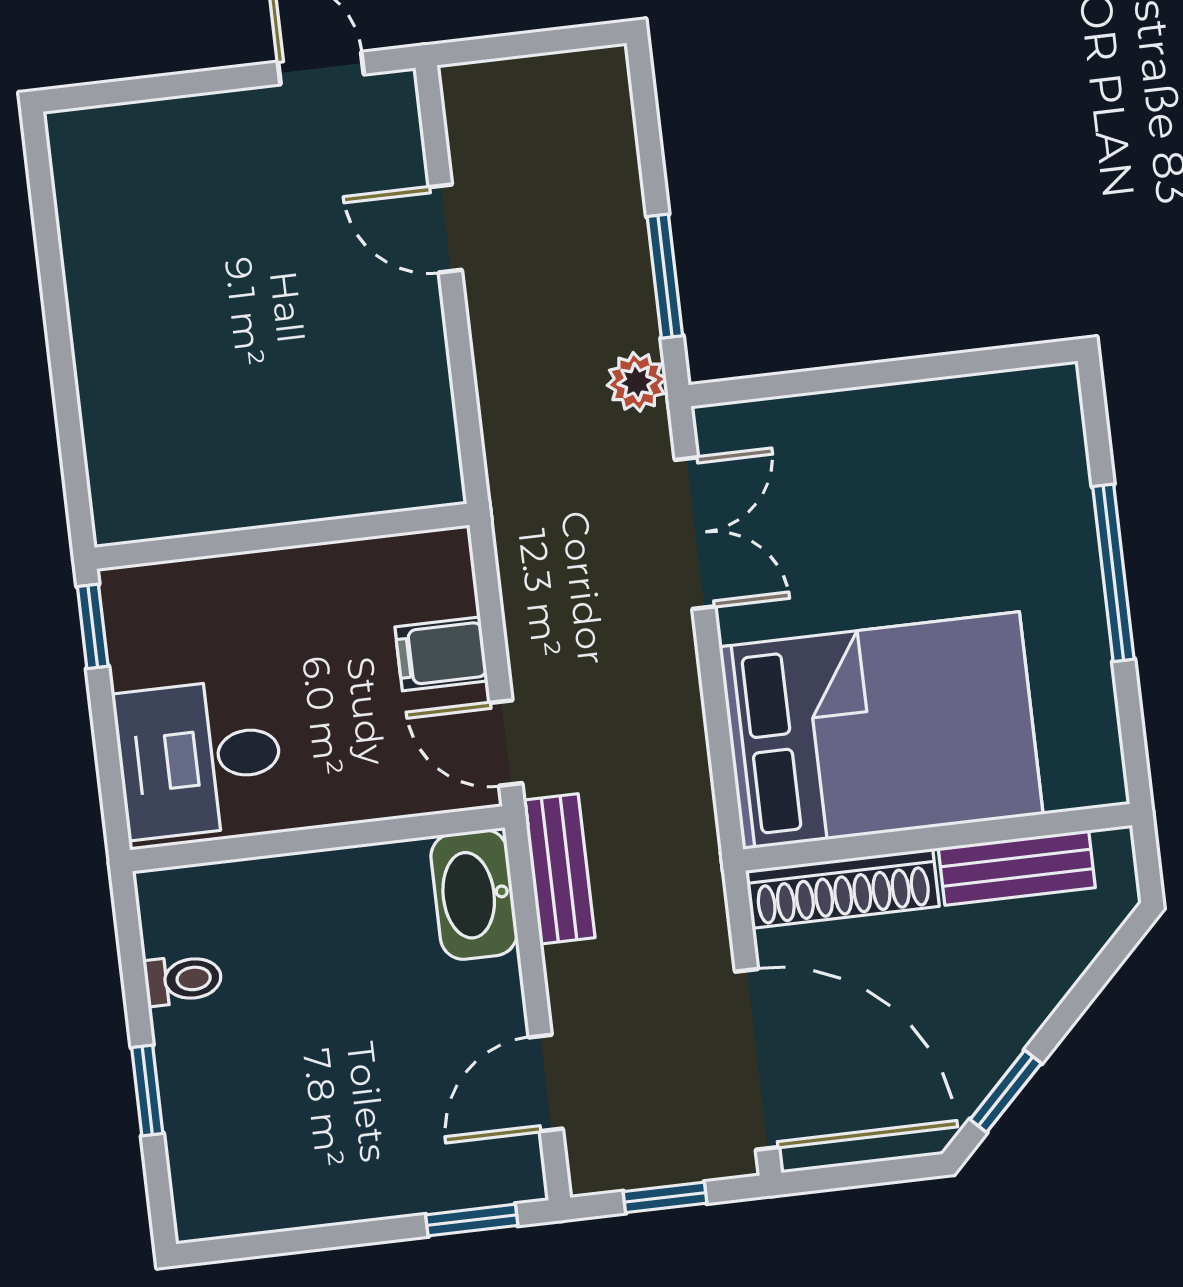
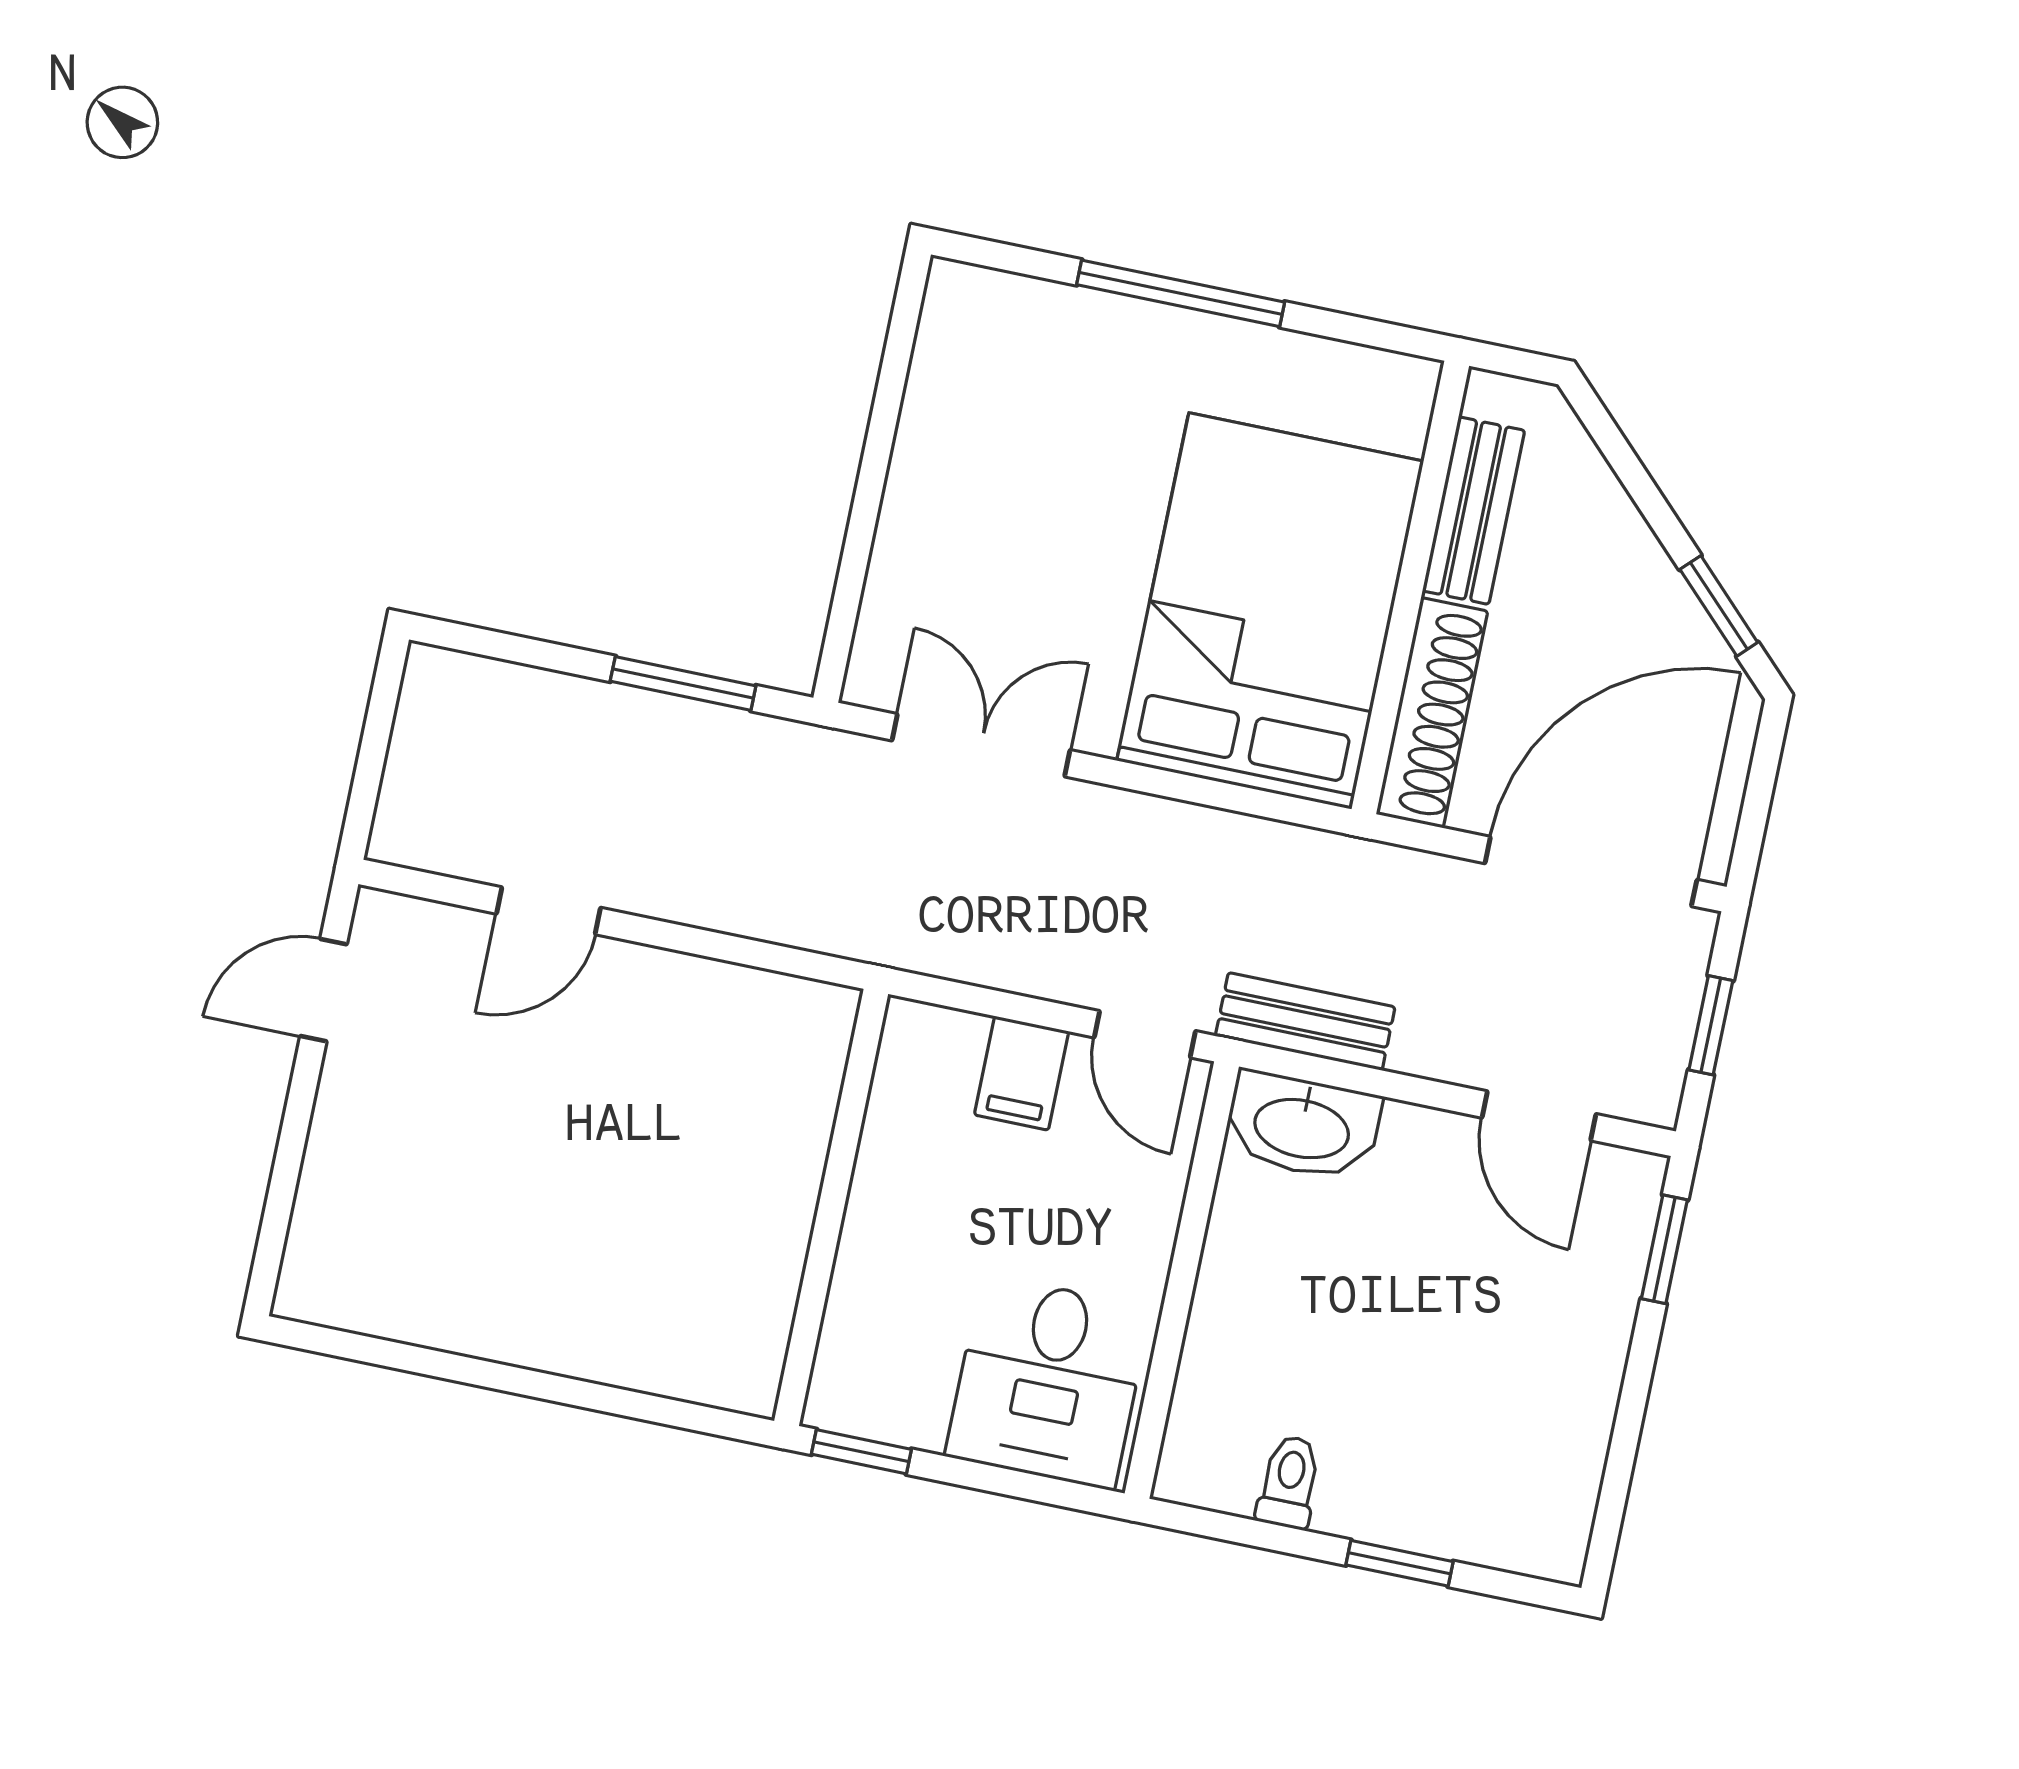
plant: (637, 382) -> (791, 754), removed
door: (506, 743) -> (1145, 1034), hinge flipped

